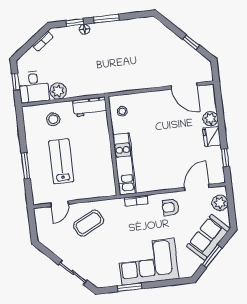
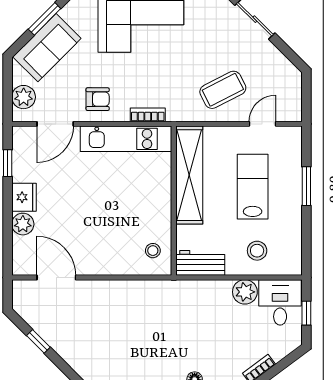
lab bench: (61, 161) -> (253, 187), turned 180
shelving: (104, 164) -> (189, 175), added
kitchen unit: (124, 164) -> (126, 139), moved, turned -90

